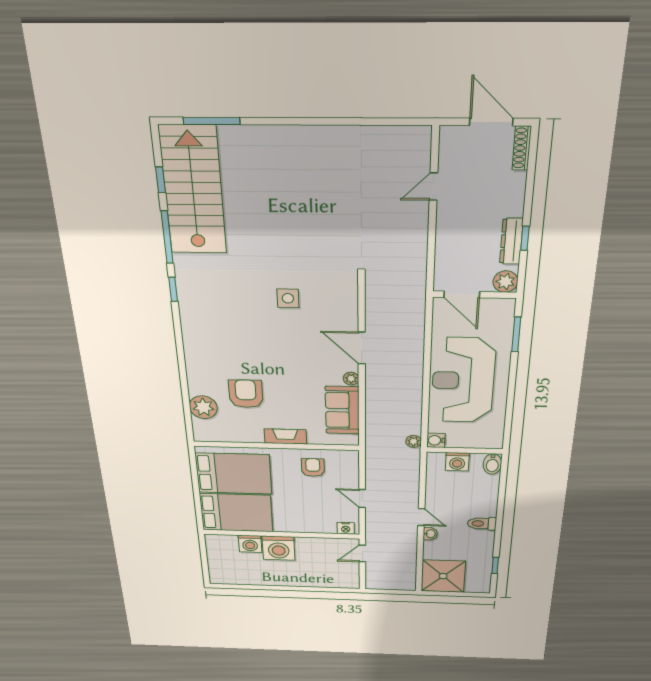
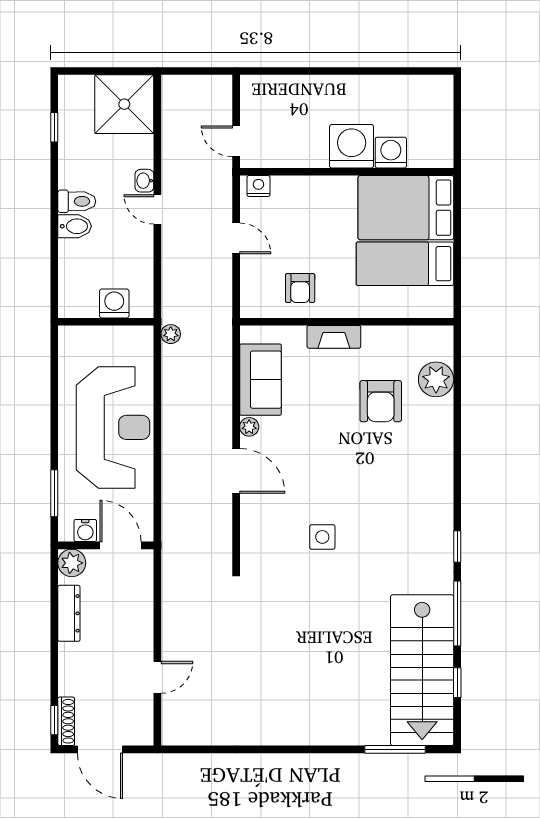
window: (525, 238) -> (54, 720), moved
water cooler: (436, 440) -> (85, 531), moved, turned 90
bidet: (492, 464) -> (75, 226), moved, turned 90
bed: (234, 474) -> (405, 264), width x0.67
door: (362, 553) -> (236, 141), swing flipped

